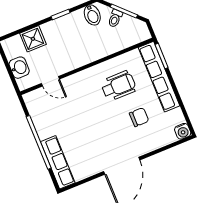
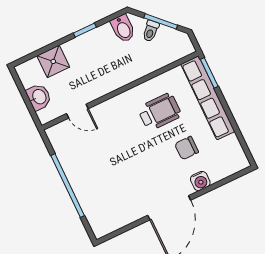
chair: (139, 117) -> (187, 148), turned 180
water cooler: (183, 131) -> (200, 181), moved
row of seats: (58, 162) -> (92, 208), removed

